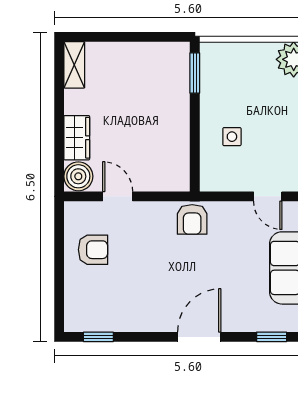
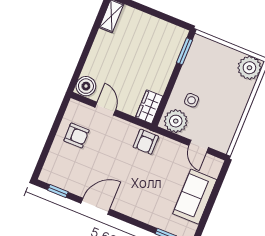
wardrobe: (77, 138) -> (149, 107), moved, turned 180
plant: (222, 174) -> (176, 121), added
door: (199, 337) -> (95, 206), moved

